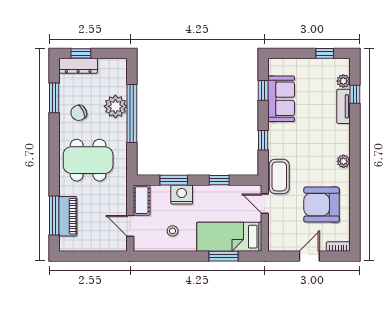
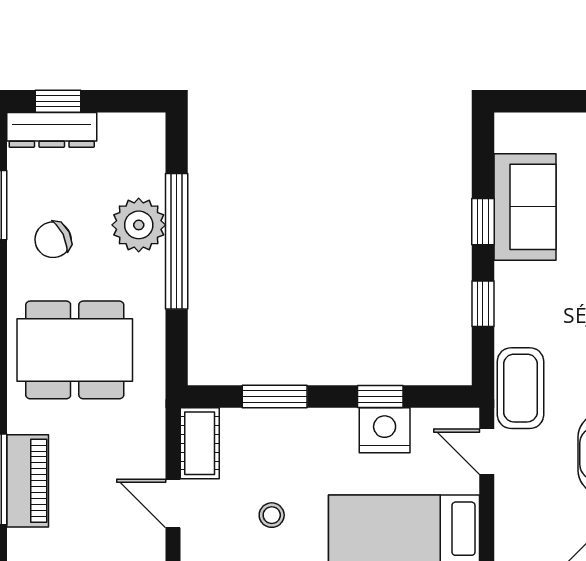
window: (263, 90) -> (483, 222), moved
nightstand: (182, 194) -> (385, 430), moved

